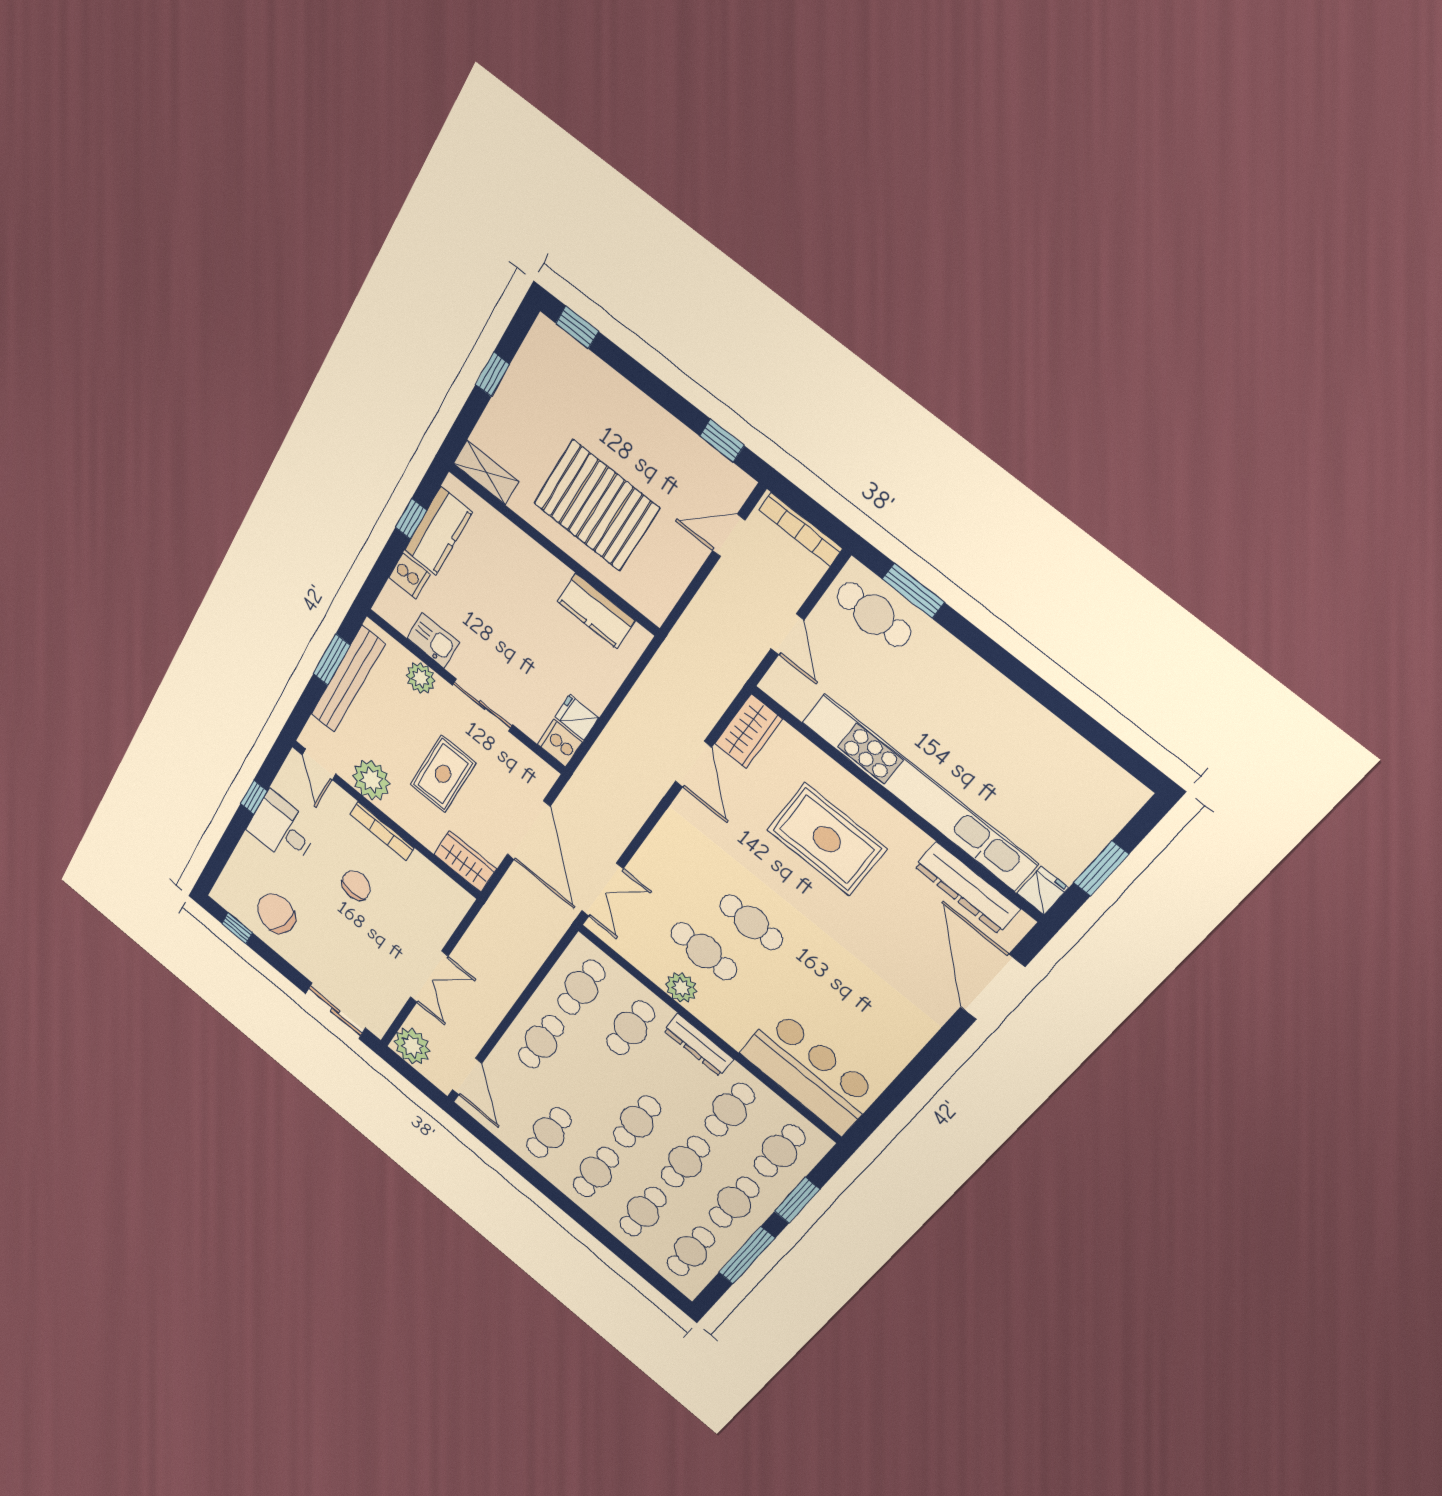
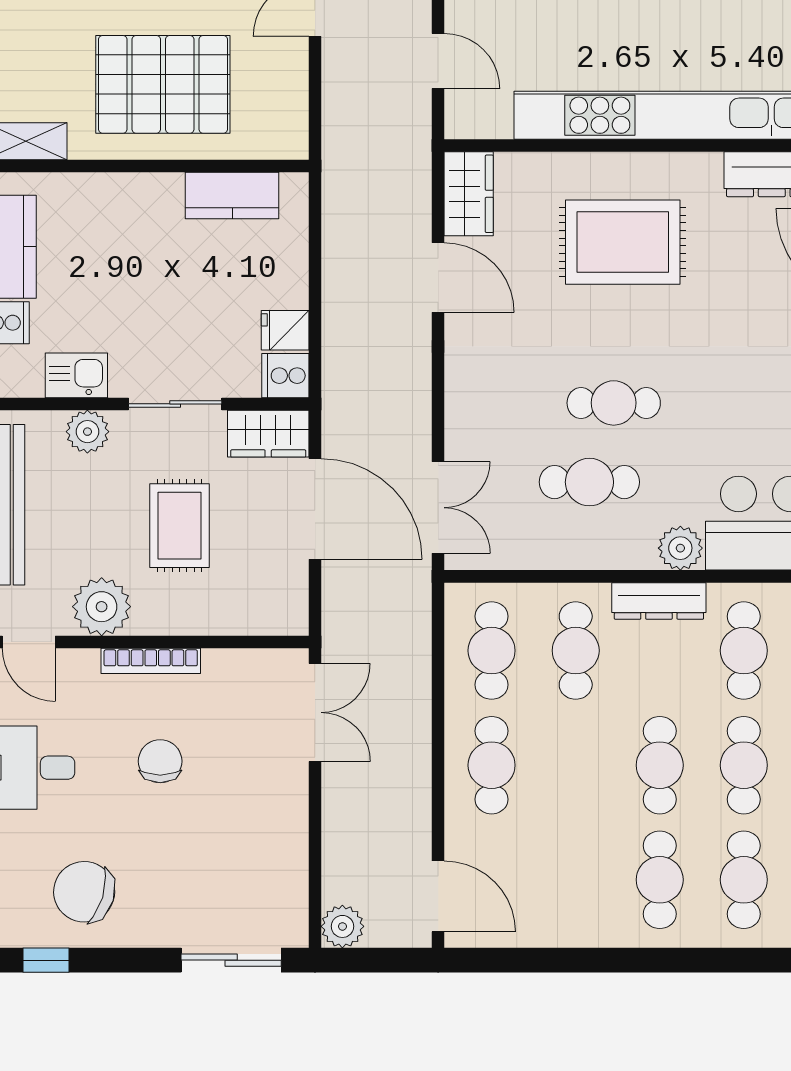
wardrobe: (465, 862) -> (268, 434), moved, turned 180
double door: (429, 977) -> (315, 712), moved
plant: (681, 988) -> (680, 548), moved
plant: (412, 1046) -> (342, 926), width x0.73, depth x0.73
cafe table: (549, 1133) -> (576, 880), removed

